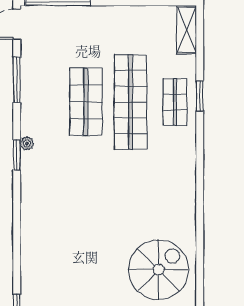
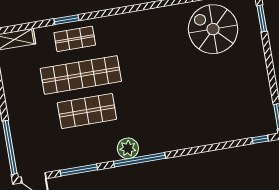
plant: (27, 143) -> (128, 148), width x1.87, depth x1.87
window: (17, 155) -> (139, 160), width x2.11

